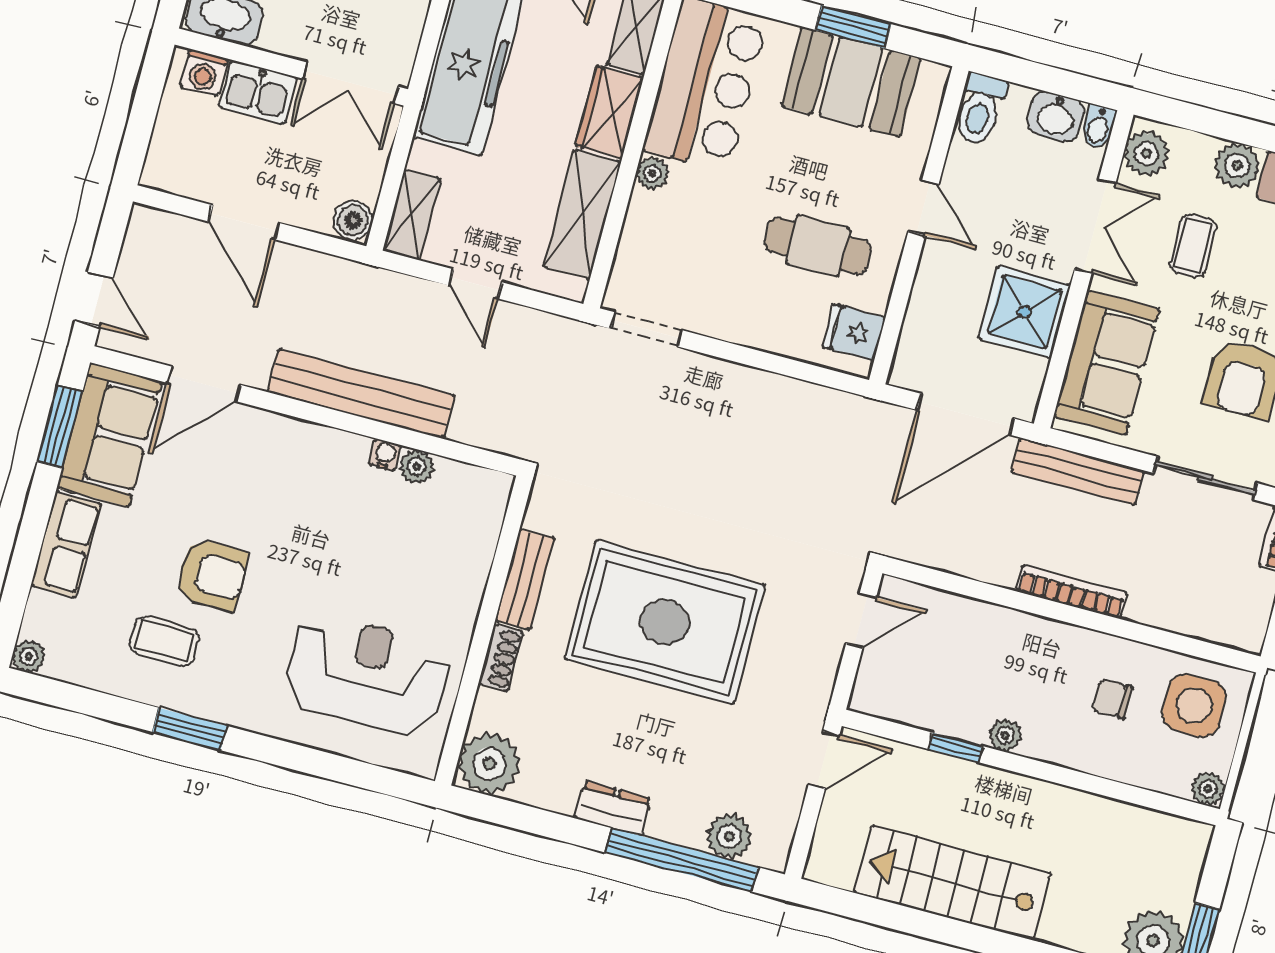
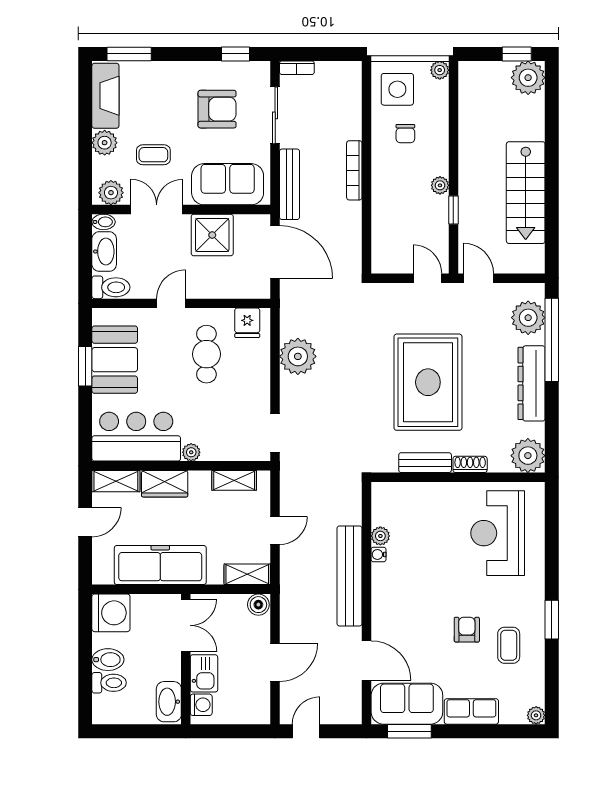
washbasin: (1056, 117) -> (104, 252), width x1.38
shelving: (582, 214) -> (234, 480), width x0.67, depth x0.75
door: (94, 299) -> (306, 731), moved
plant: (771, 406) -> (298, 356), added
armchair: (212, 575) -> (467, 630), width x0.72, depth x0.72
door: (861, 620) -> (427, 278), moved
dresser: (613, 808) -> (532, 383), width x1.96, depth x1.24
plant: (729, 836) -> (528, 318), width x1.36, depth x1.36

